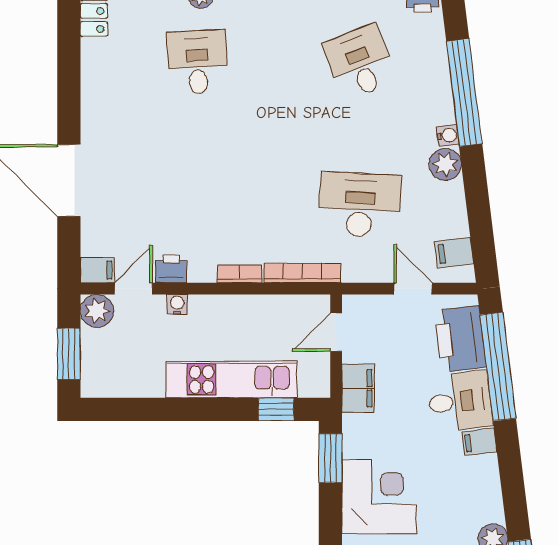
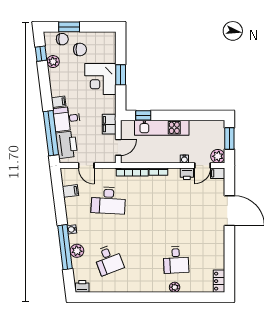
plant: (445, 164) -> (77, 251), moved
filing cabinet: (454, 253) -> (70, 191), moved
window: (330, 458) -> (121, 75), moved

